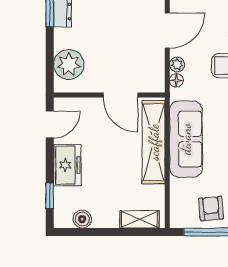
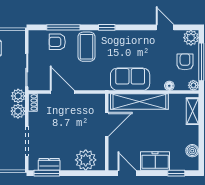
plant: (177, 64) -> (193, 85), moved
floor lamp: (176, 80) -> (169, 86), moved
sofa: (186, 139) -> (130, 79), width x0.73
armchair: (211, 208) -> (185, 62), turned 95

